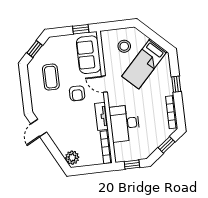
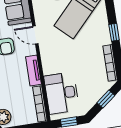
desk: (125, 123) -> (62, 93), moved

